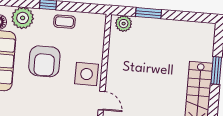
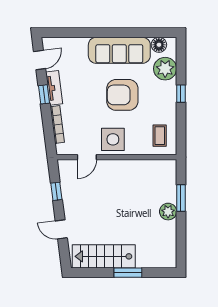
coffee table: (64, 22) -> (160, 136), moved
plant: (124, 24) -> (168, 212), moved

